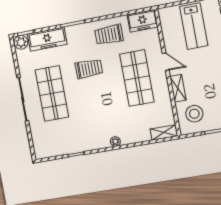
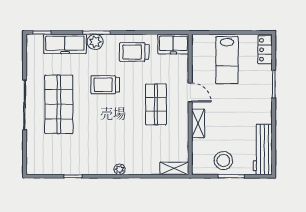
plant: (21, 42) -> (95, 42), moved
trolley: (89, 69) -> (105, 85), turned 180
shop shelf: (137, 78) -> (156, 104), width x0.70, depth x0.74
stool: (194, 114) -> (223, 161), moved

